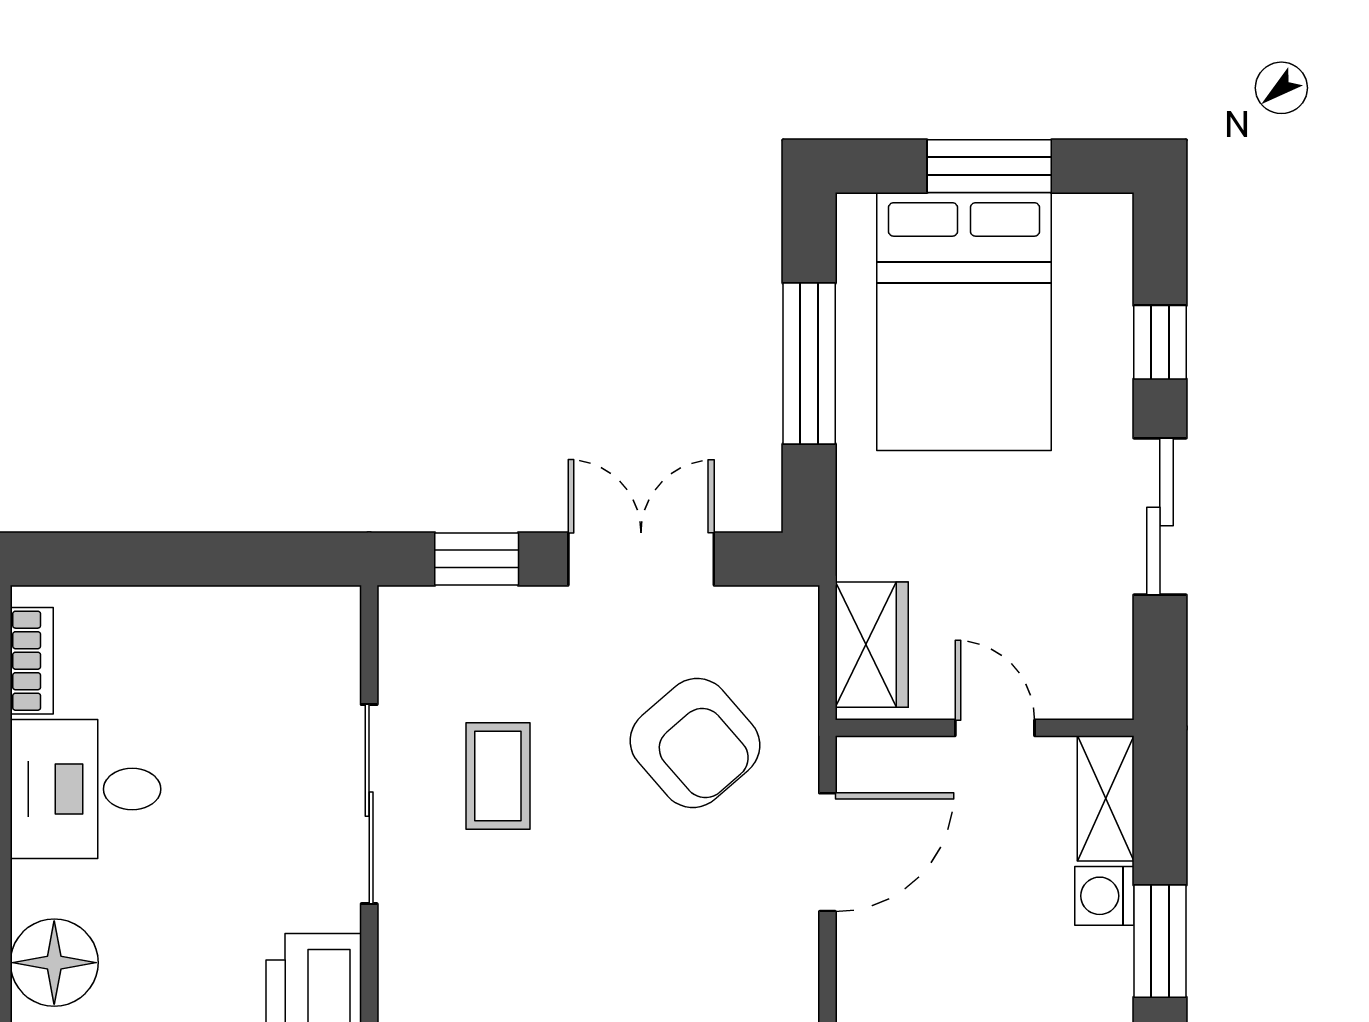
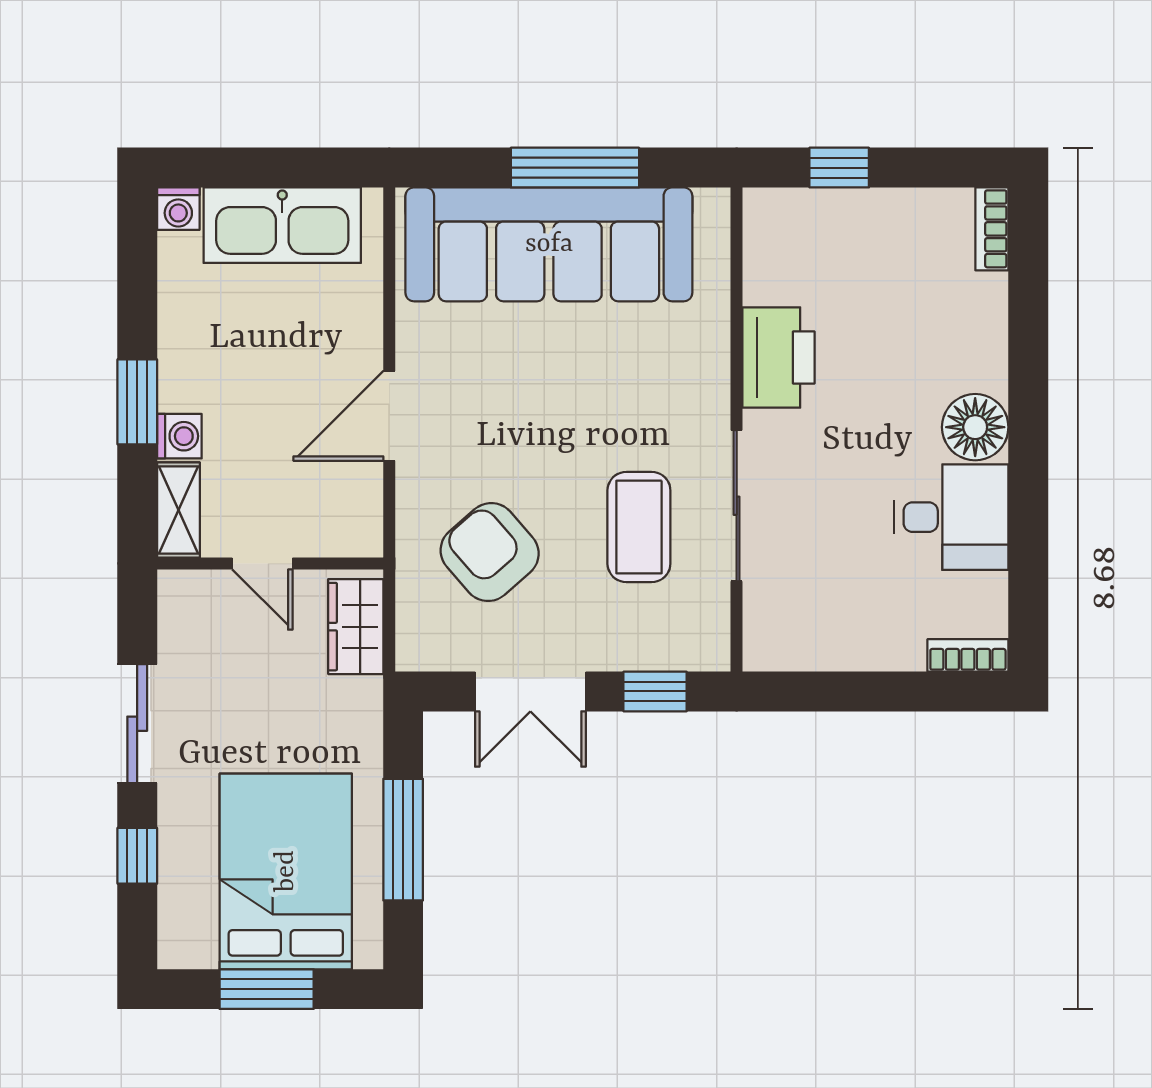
bookcase: (32, 661) -> (968, 655), moved, turned 90
coffee table: (498, 776) -> (639, 527), width x1.36, depth x1.30
door: (827, 852) -> (389, 416), moved
floor lamp: (54, 963) -> (975, 427), moved

